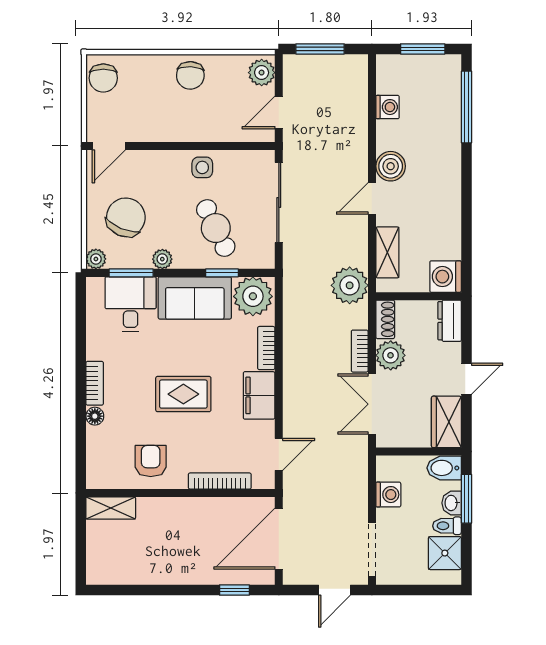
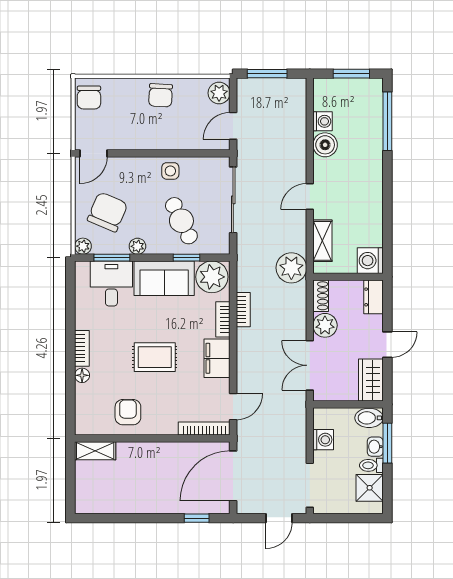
boiler: (391, 166) -> (325, 145), moved
bookcase: (360, 351) -> (243, 310), moved, turned 180
bookcase: (220, 481) -> (204, 429), moved

